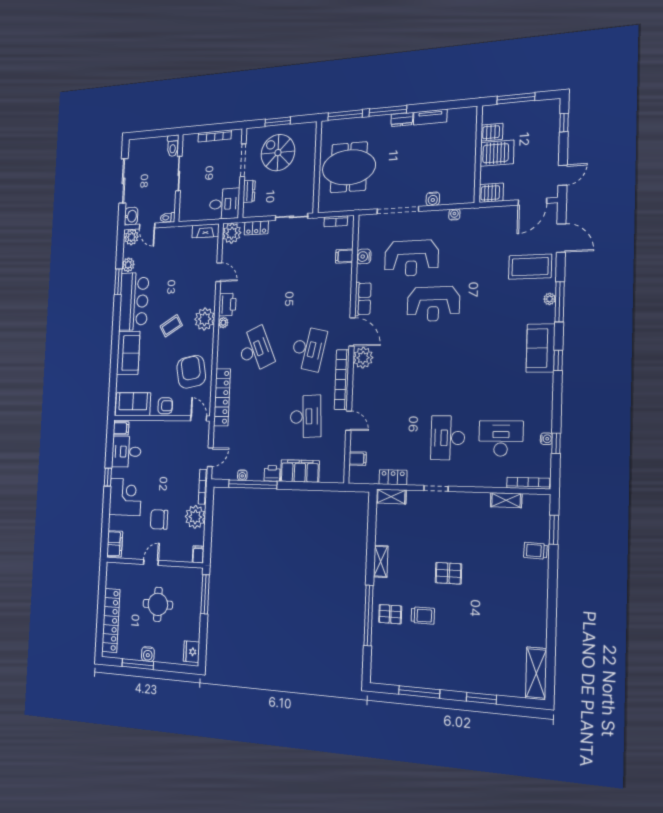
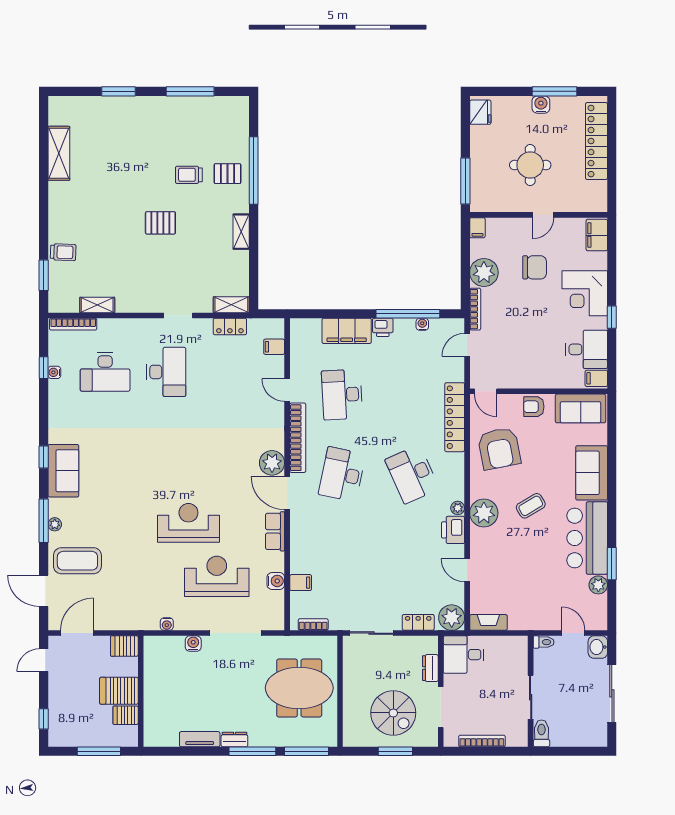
plant: (131, 237) -> (596, 620), removed
shelving: (536, 673) -> (59, 153), moved

